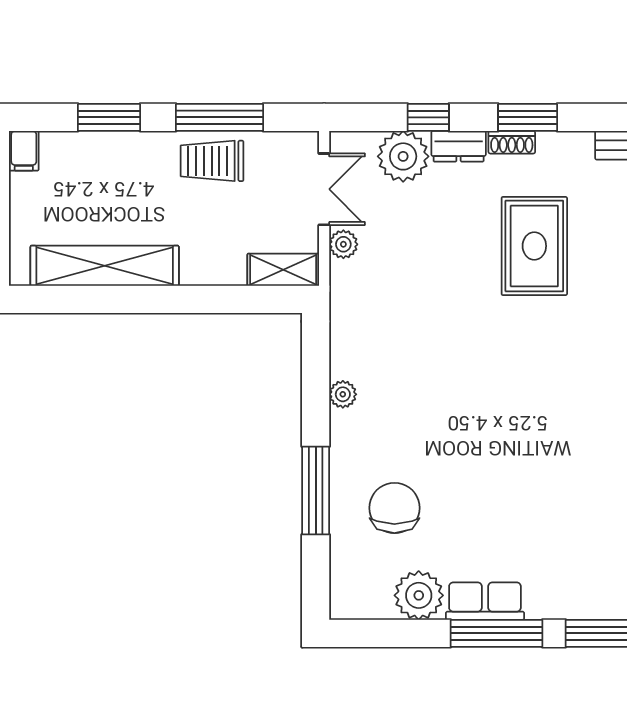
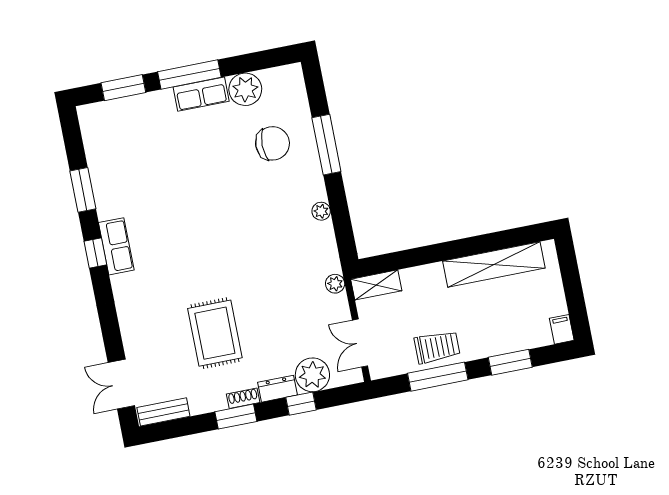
plant: (343, 244) -> (335, 284), moved
chair: (394, 508) -> (273, 143), turned -90

